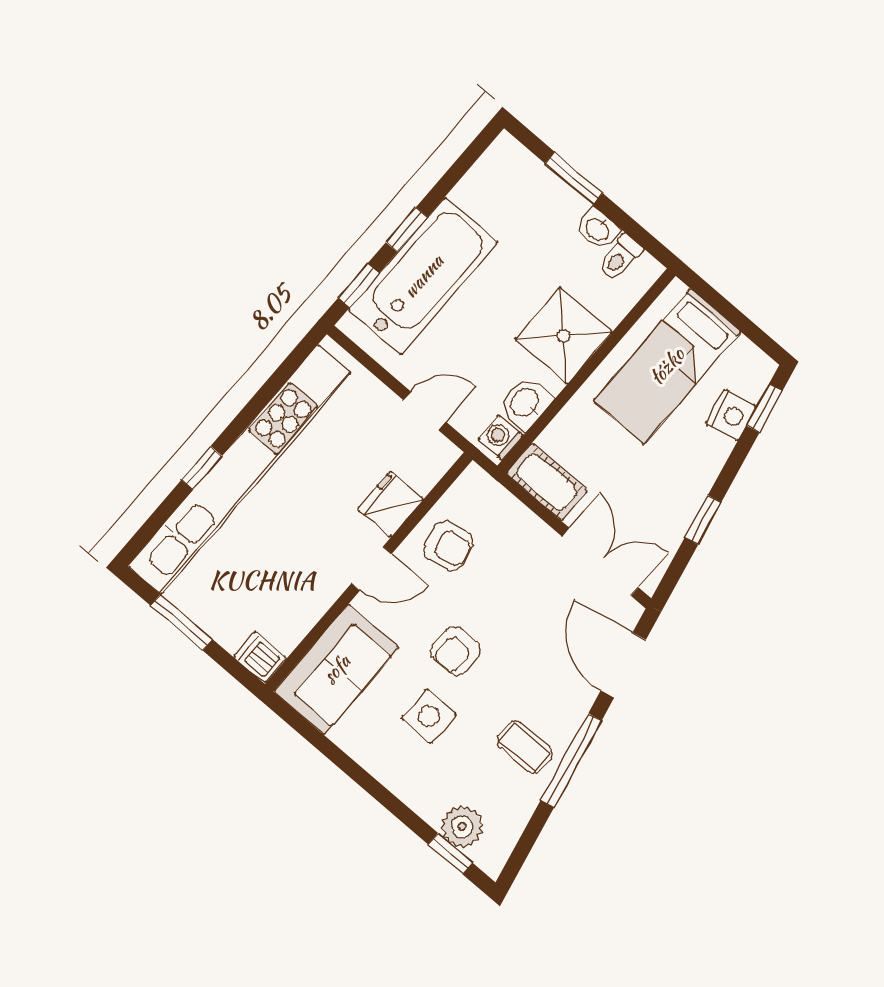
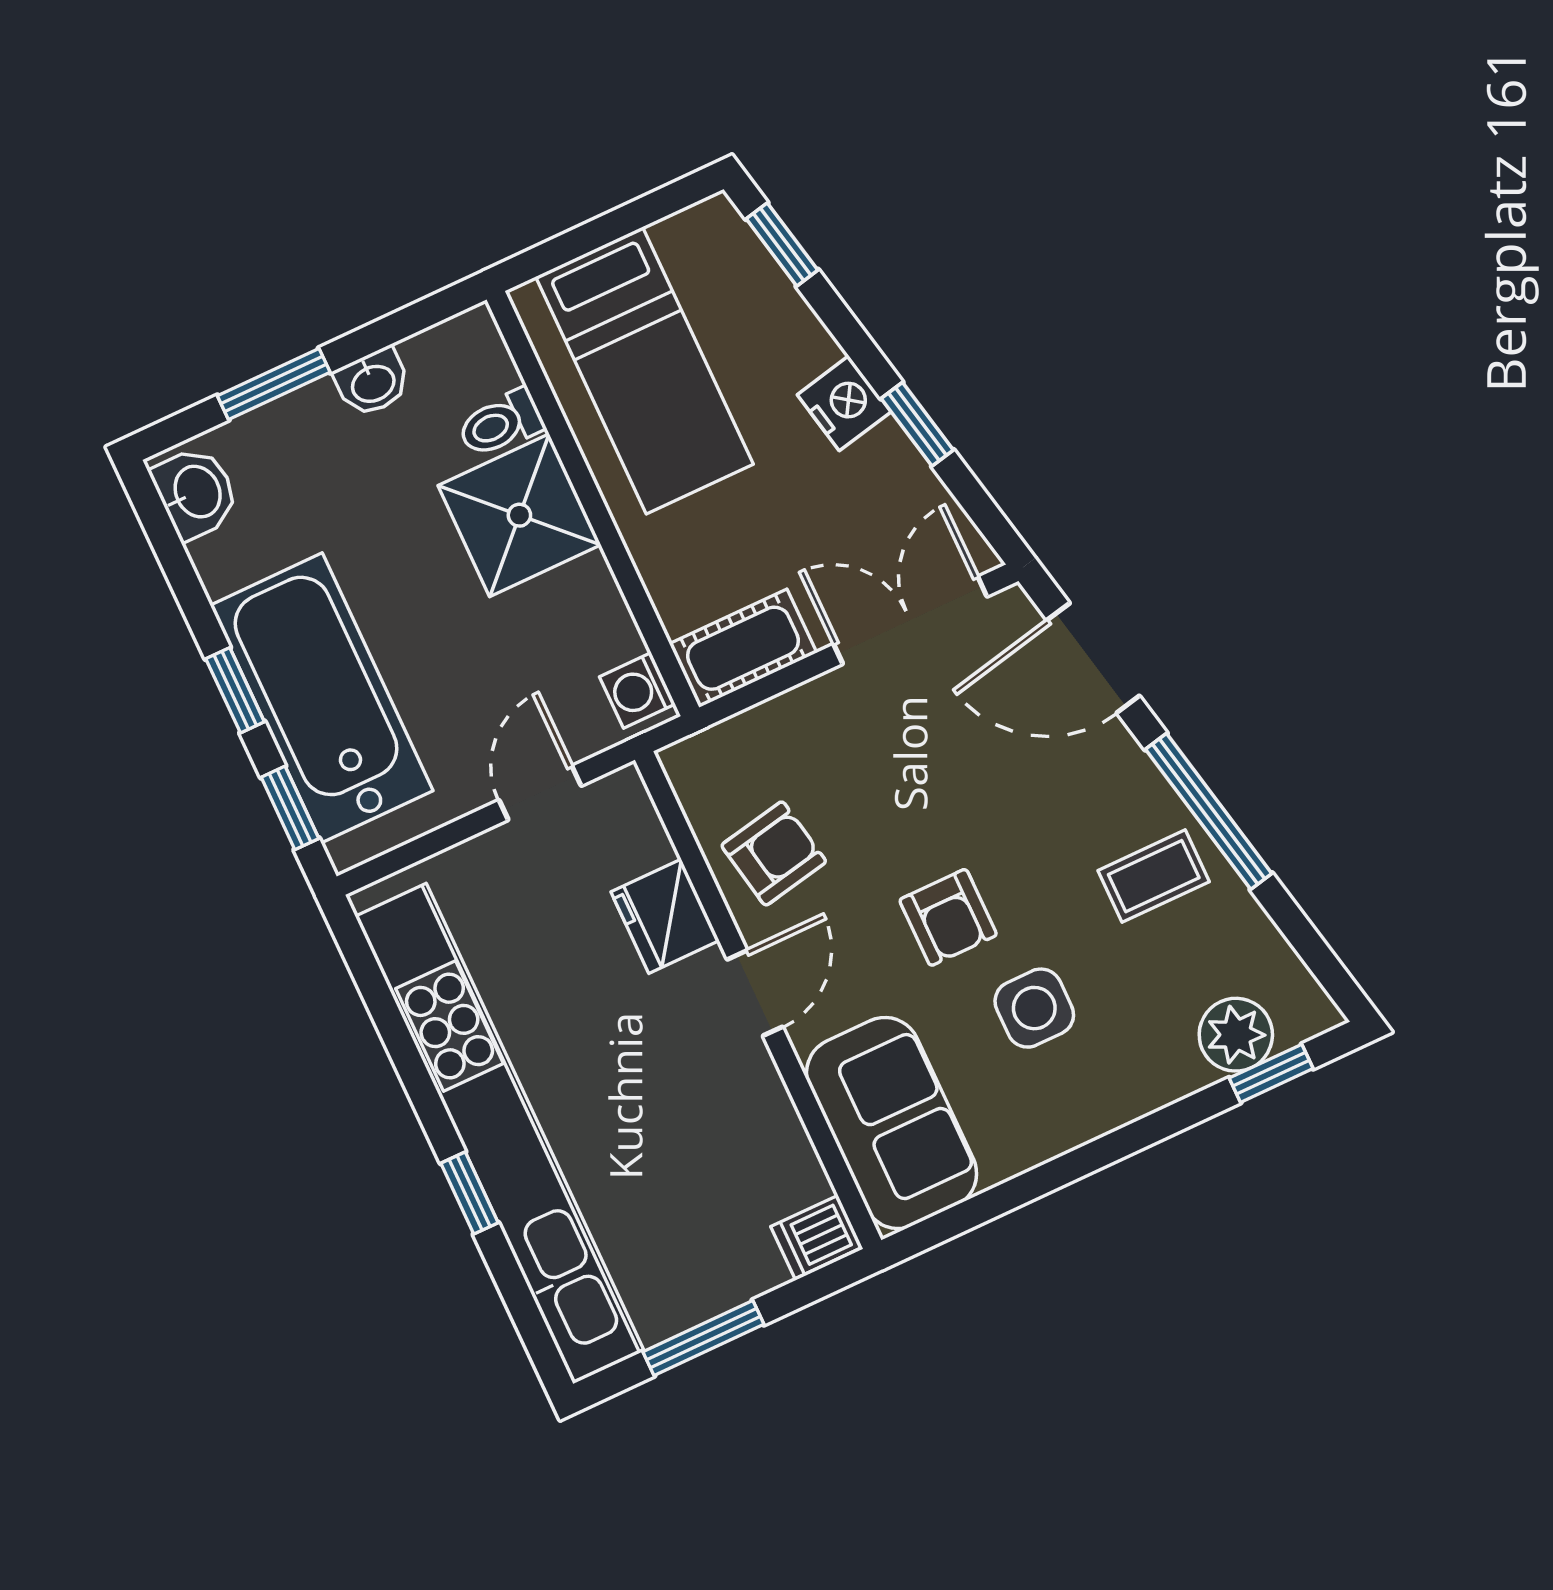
toilet: (620, 258) -> (501, 423), moved, turned 90
washbasin: (525, 403) -> (196, 492), moved, turned 180
nightstand: (731, 415) -> (844, 403), moved

